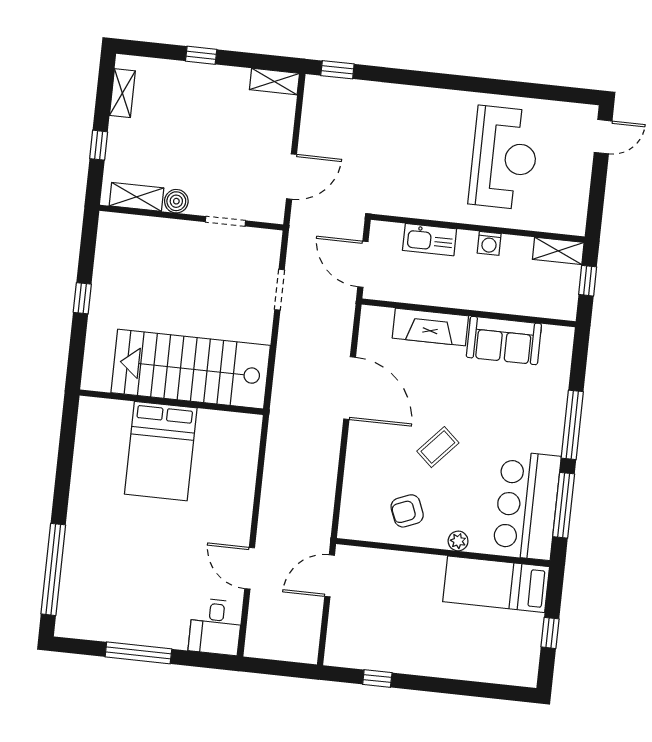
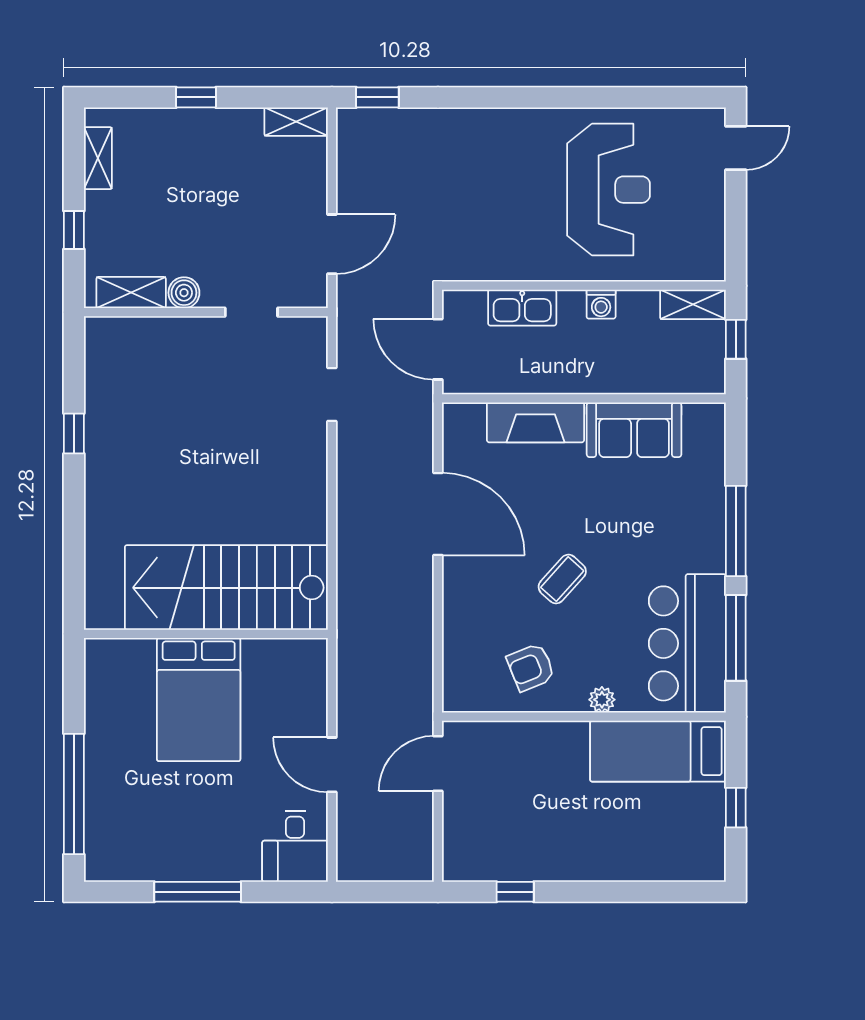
stairs: (191, 369) -> (226, 588), moved
wall: (172, 402) -> (206, 634), moved
bed: (161, 451) -> (199, 700), moved

